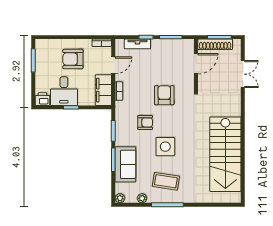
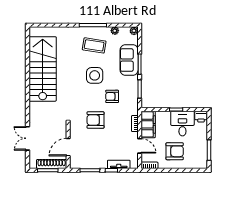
door: (113, 65) -> (140, 146), swing flipped
armchair: (164, 95) -> (96, 120), turned 90

